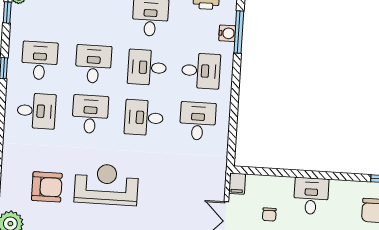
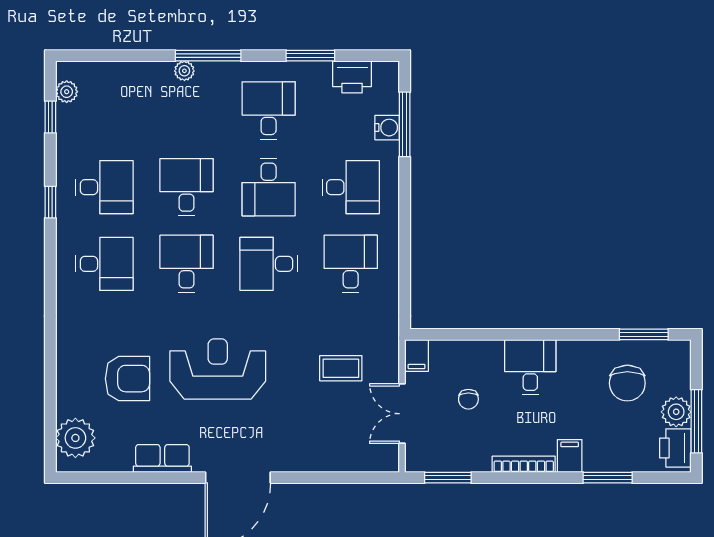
desk: (40, 61) -> (104, 187), turned 90
desk: (147, 67) -> (269, 187), turned -90
coffee table: (187, 189) -> (341, 368), added

